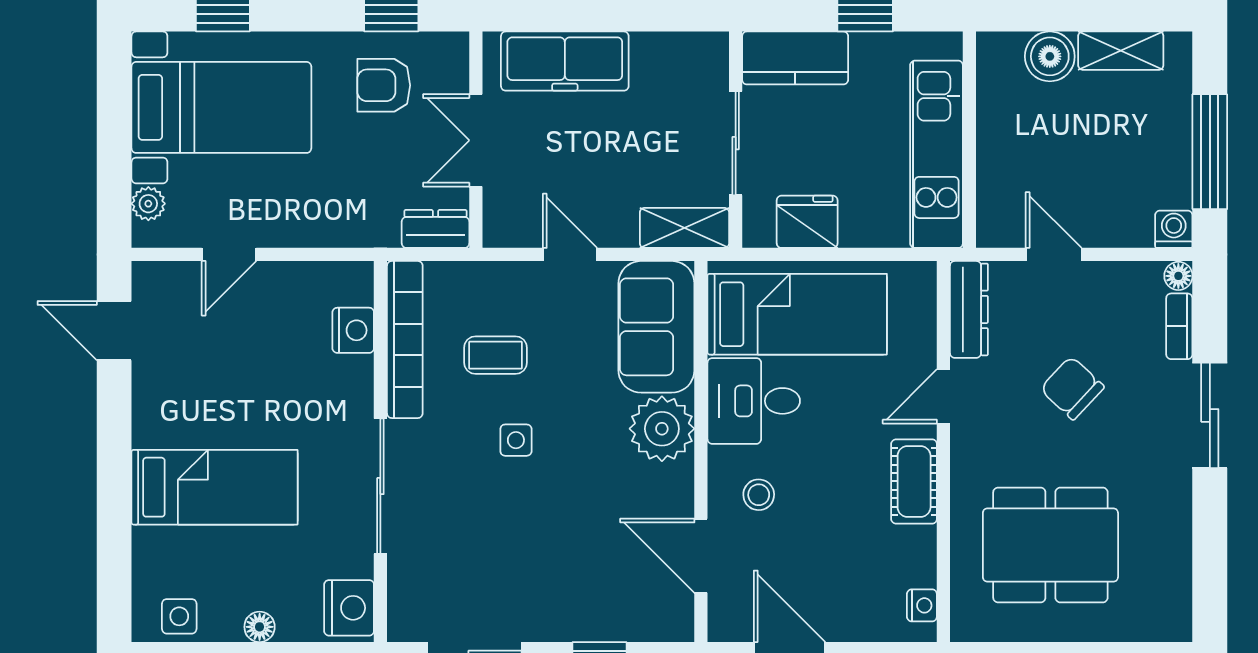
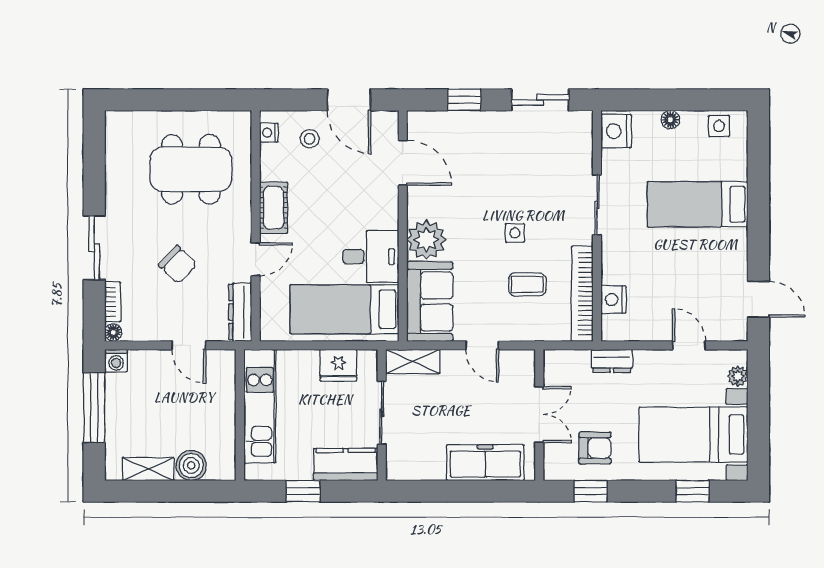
dresser: (435, 229) -> (612, 361), moved
door: (229, 254) -> (689, 345), hinge flipped
sliding door: (380, 486) -> (597, 205), width x0.73
stool: (759, 495) -> (310, 139), moved

